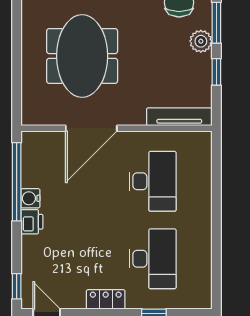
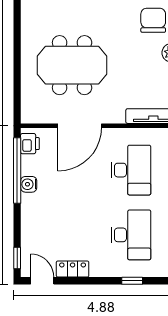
meeting table: (82, 56) -> (72, 65), turned 90
printer: (32, 222) -> (30, 144), moved
locker: (106, 299) -> (73, 269), moved

